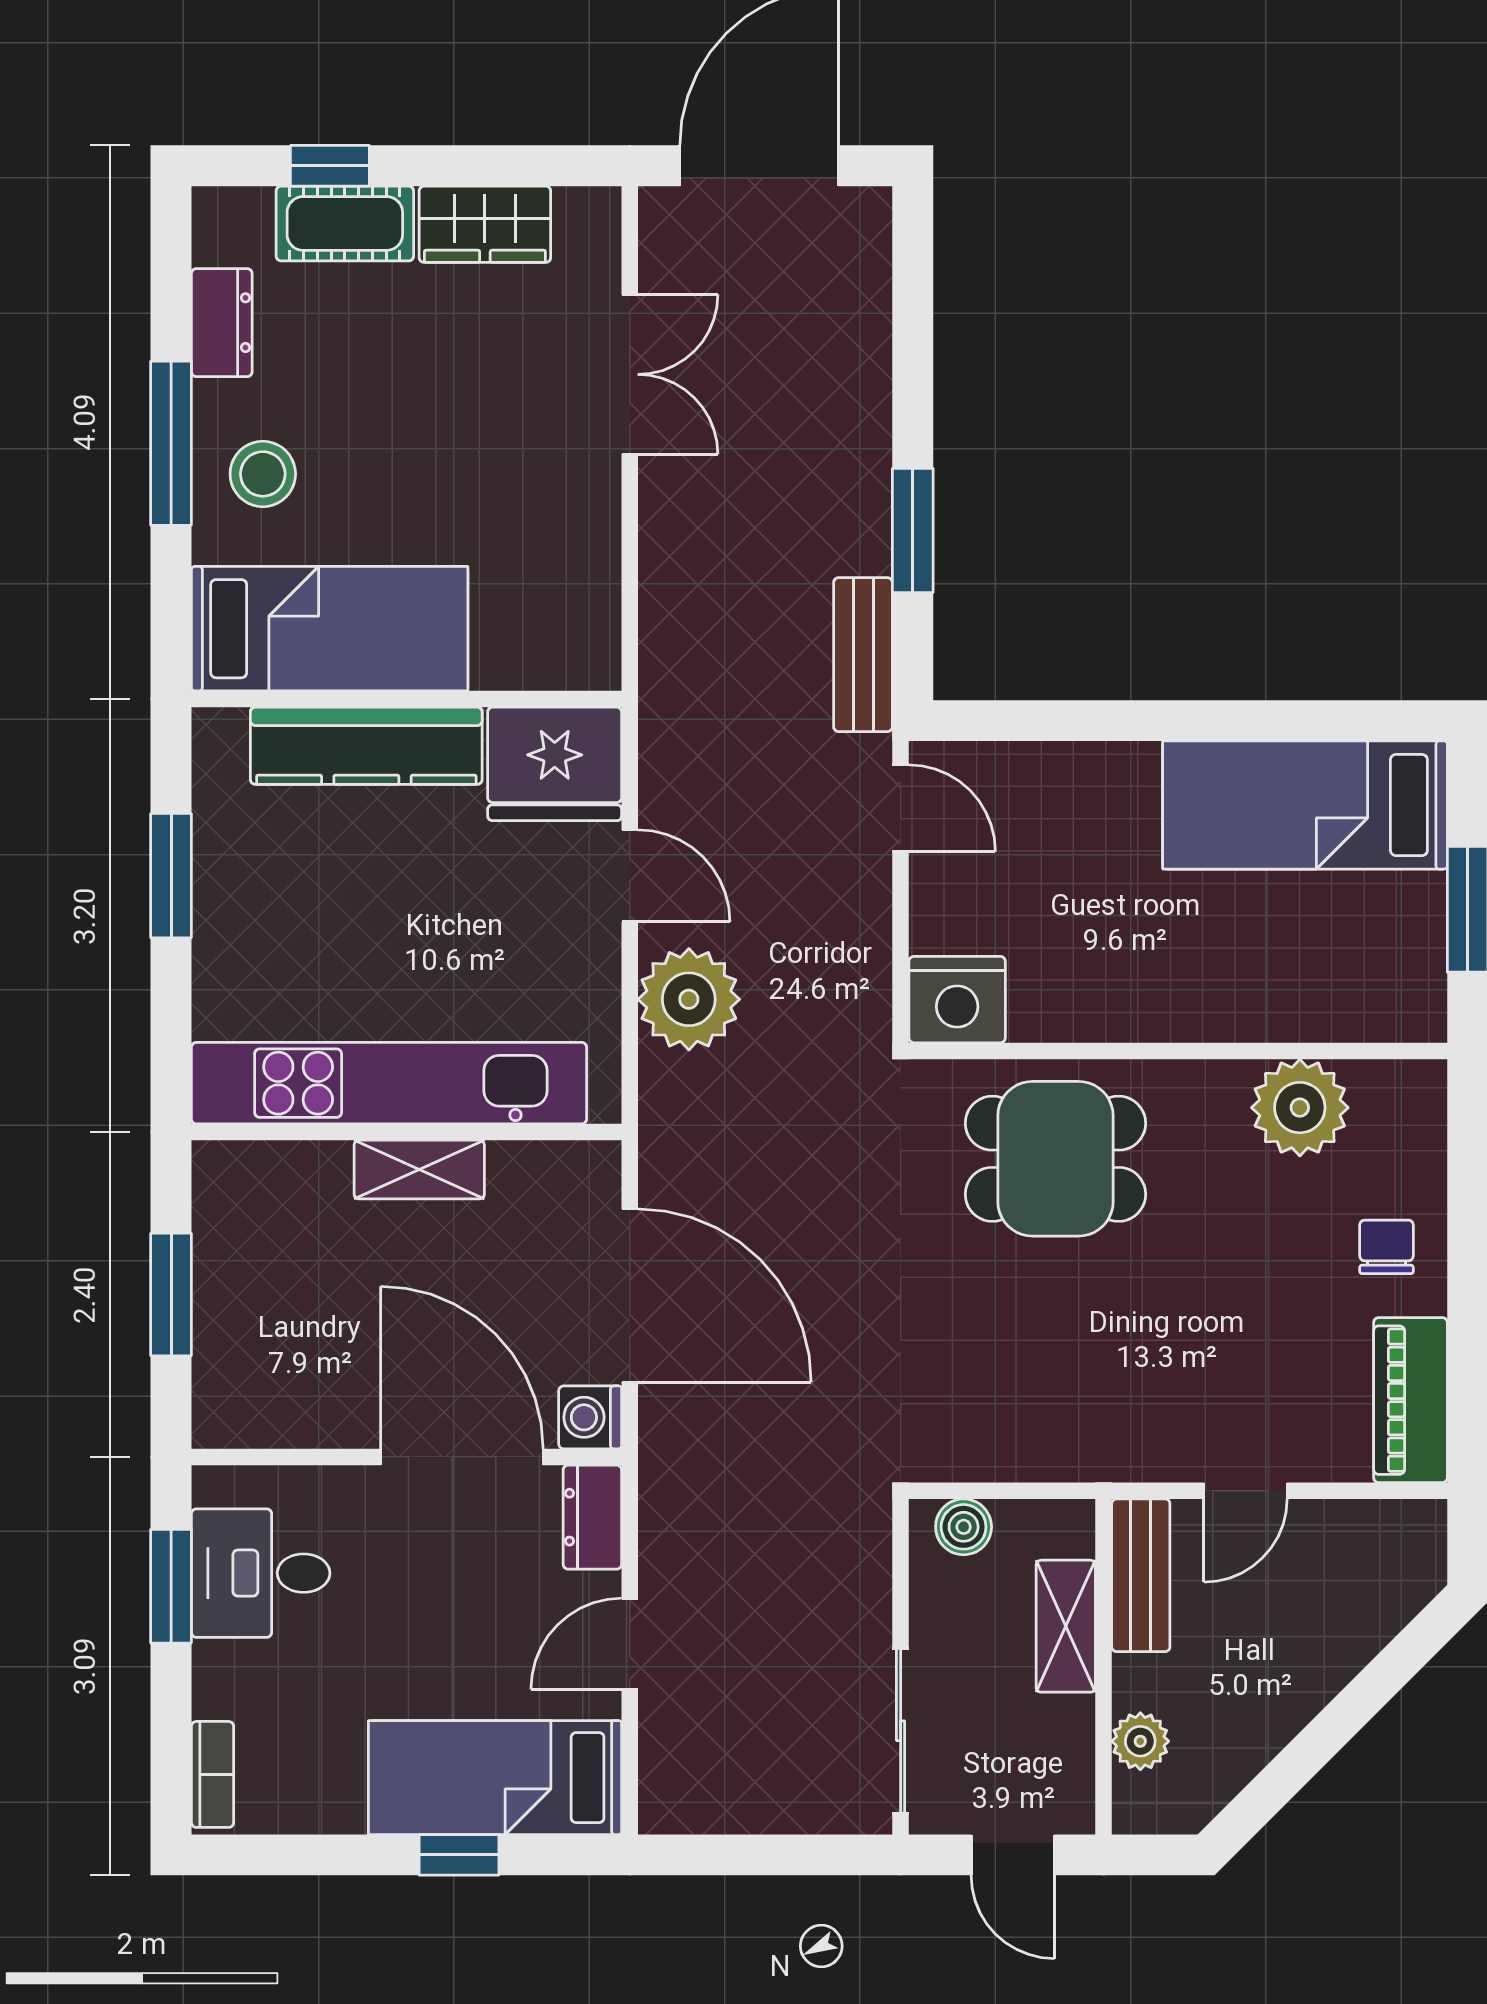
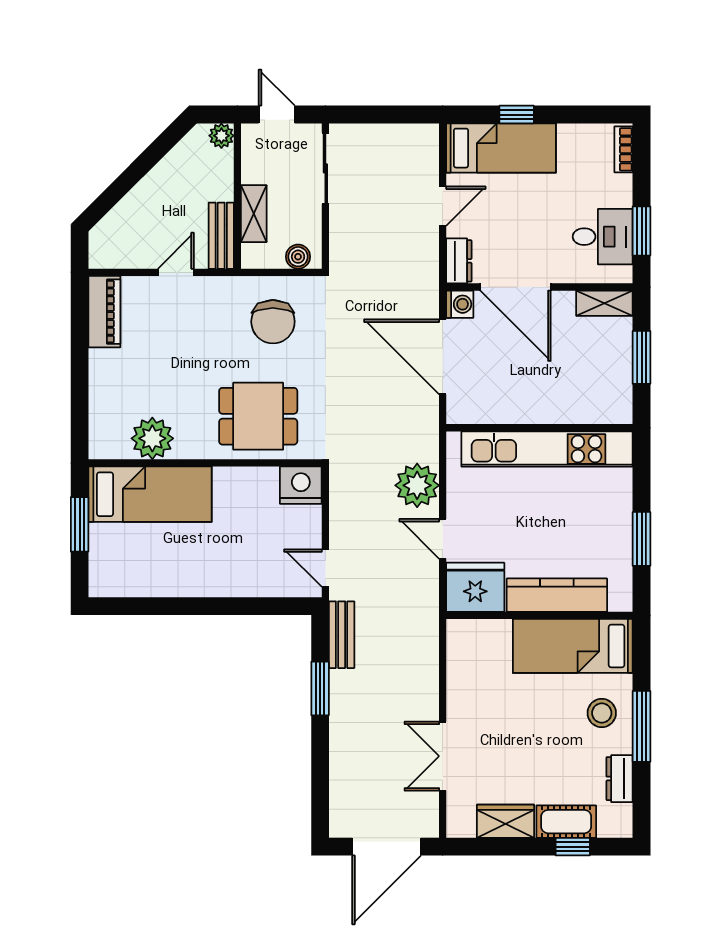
bed: (1305, 805) -> (150, 494), moved
shelving: (419, 1170) -> (604, 303), moved
chair: (1387, 1247) -> (273, 322), moved, width x1.87, depth x1.87
plant: (1140, 1741) -> (221, 136), moved

